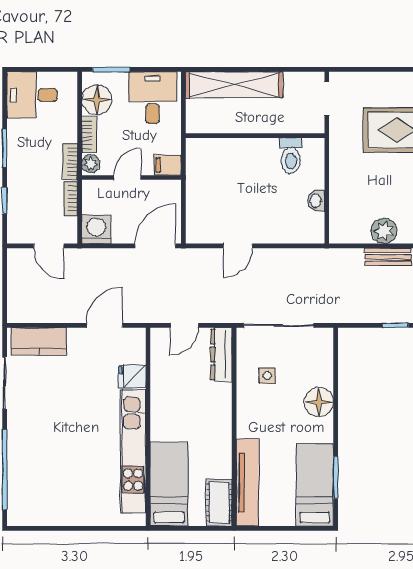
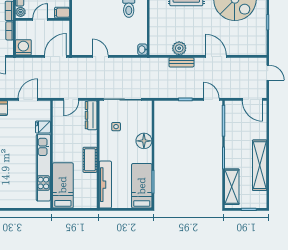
washbasin: (316, 201) -> (142, 49), moved
door: (238, 246) -> (100, 56), swing flipped
cot: (219, 503) -> (90, 160), moved

